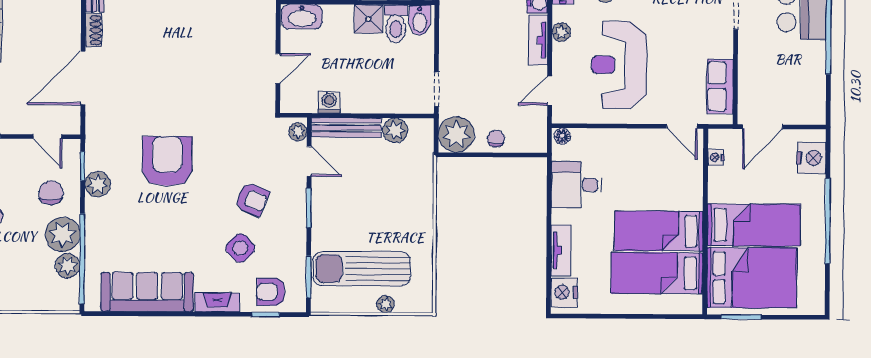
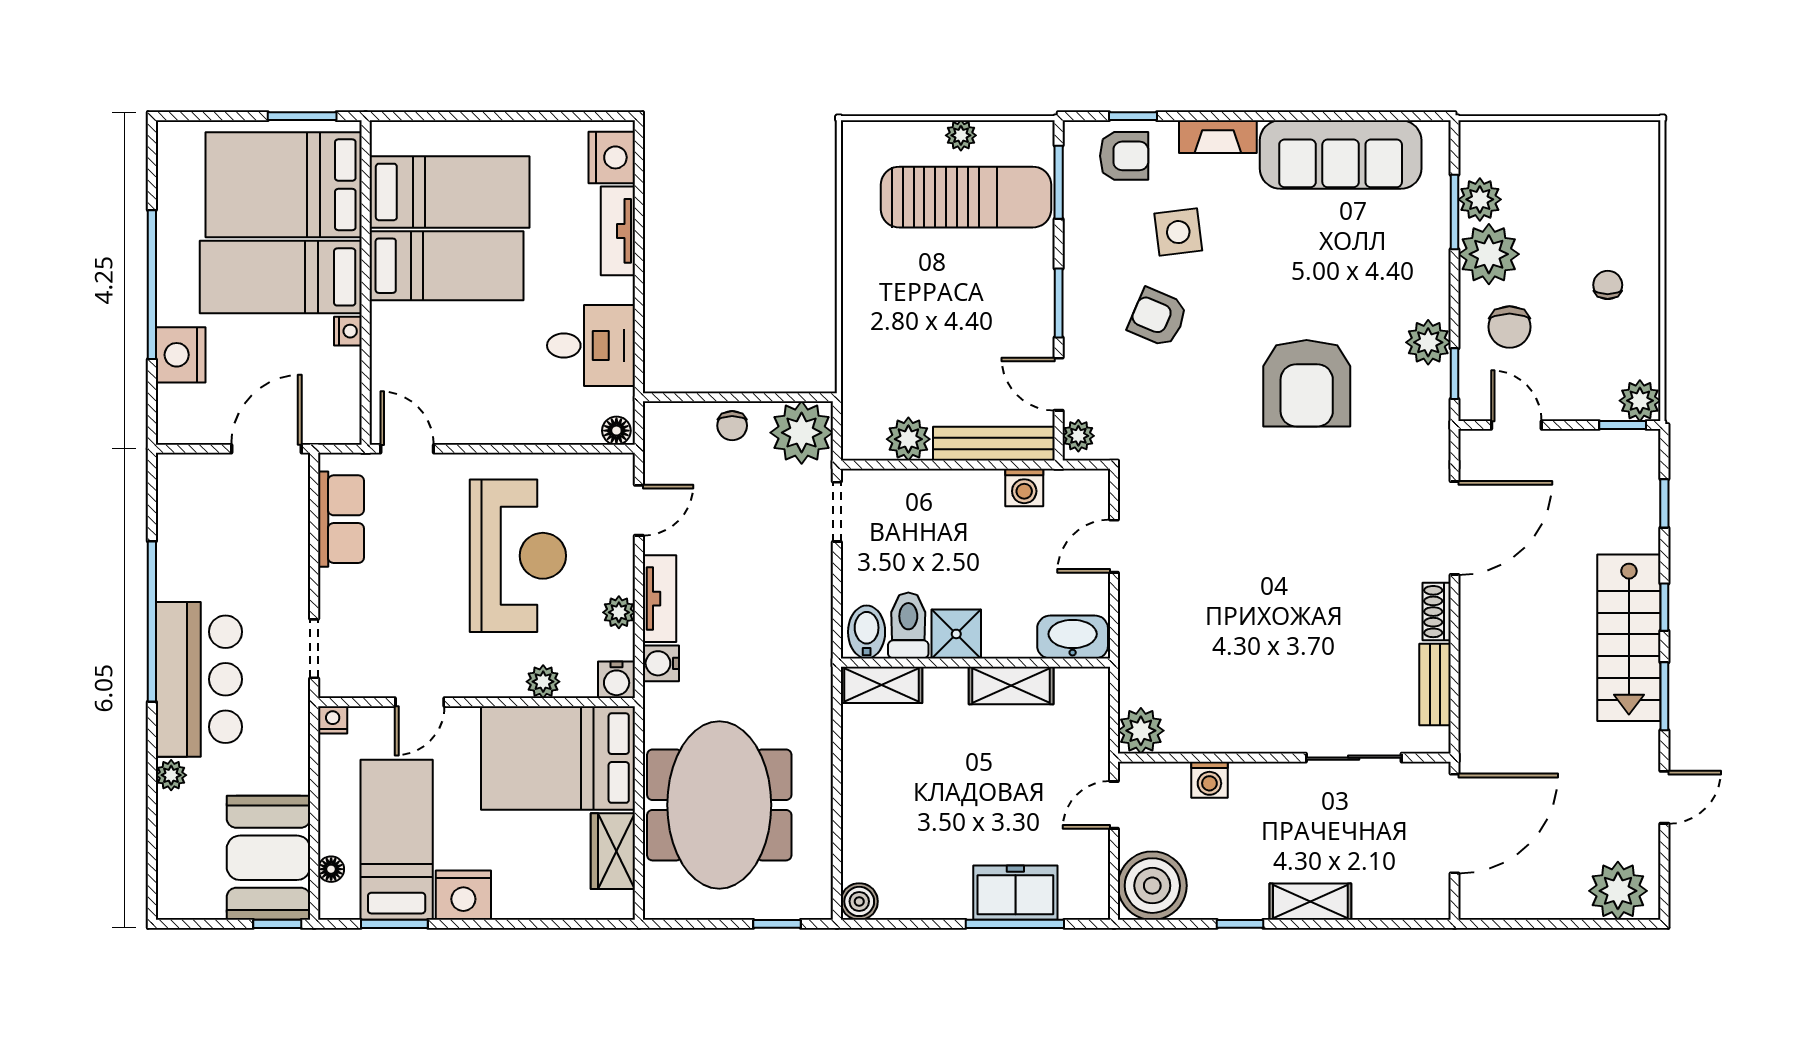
nightstand: (716, 158) -> (348, 331), moved
nightstand: (811, 158) -> (181, 355), moved
side table: (240, 248) -> (1178, 232), turned 37
window: (82, 259) -> (1455, 212), width x0.47
plant: (386, 304) -> (961, 135), moved

